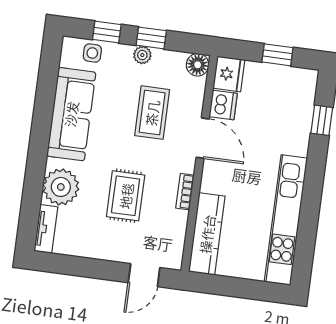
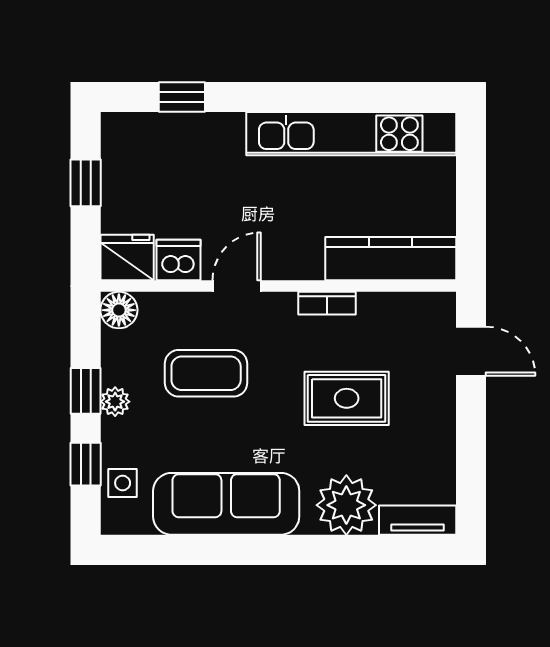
door: (203, 138) -> (237, 286), width x0.73

